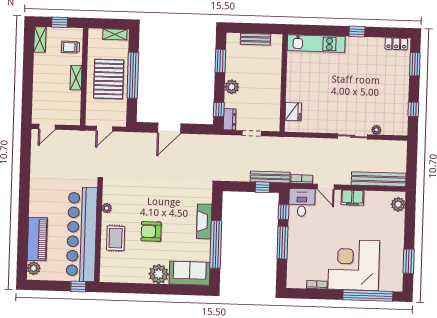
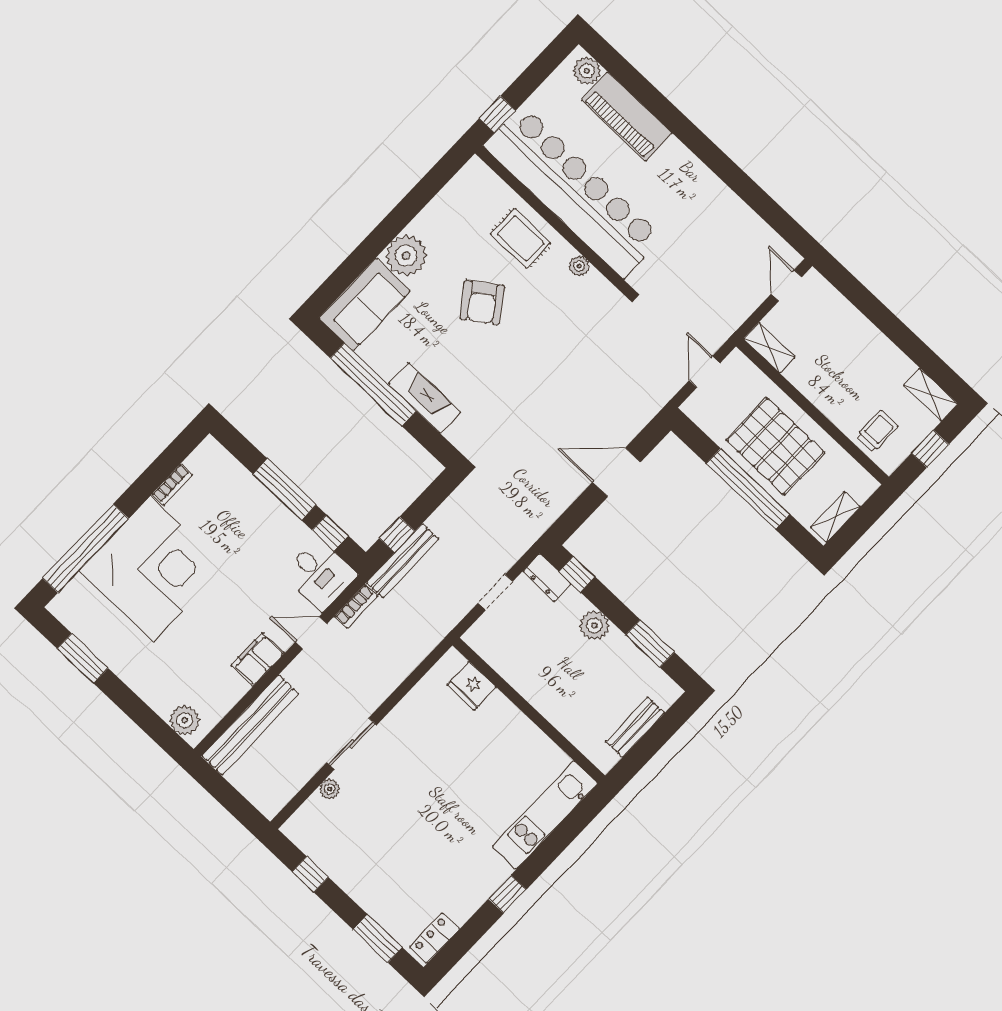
shelving: (76, 78) -> (769, 348), moved
door: (169, 128) -> (617, 472), hinge flipped
armchair: (151, 231) -> (482, 302), turned 145

